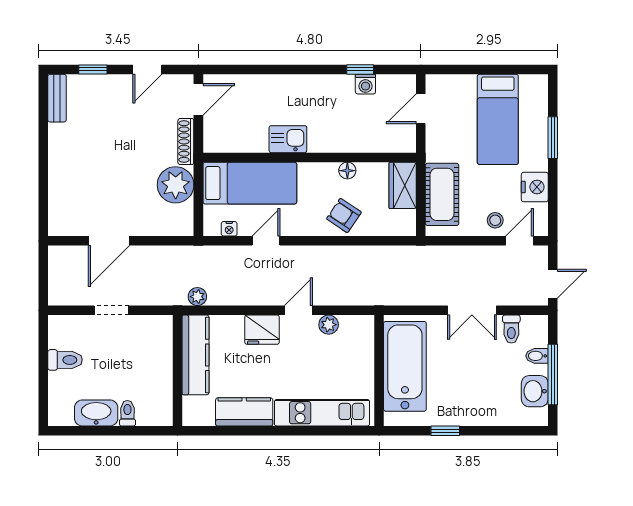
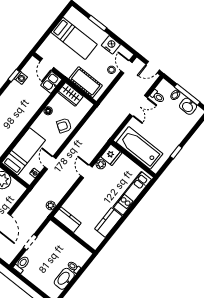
kitchen sink: (288, 139) -> (51, 82), moved
door: (553, 284) -> (153, 67), swing flipped
fridge: (262, 330) -> (111, 155), moved
kitchen counter: (196, 355) -> (67, 220), width x0.67
toilet: (65, 360) -> (22, 264), moved

